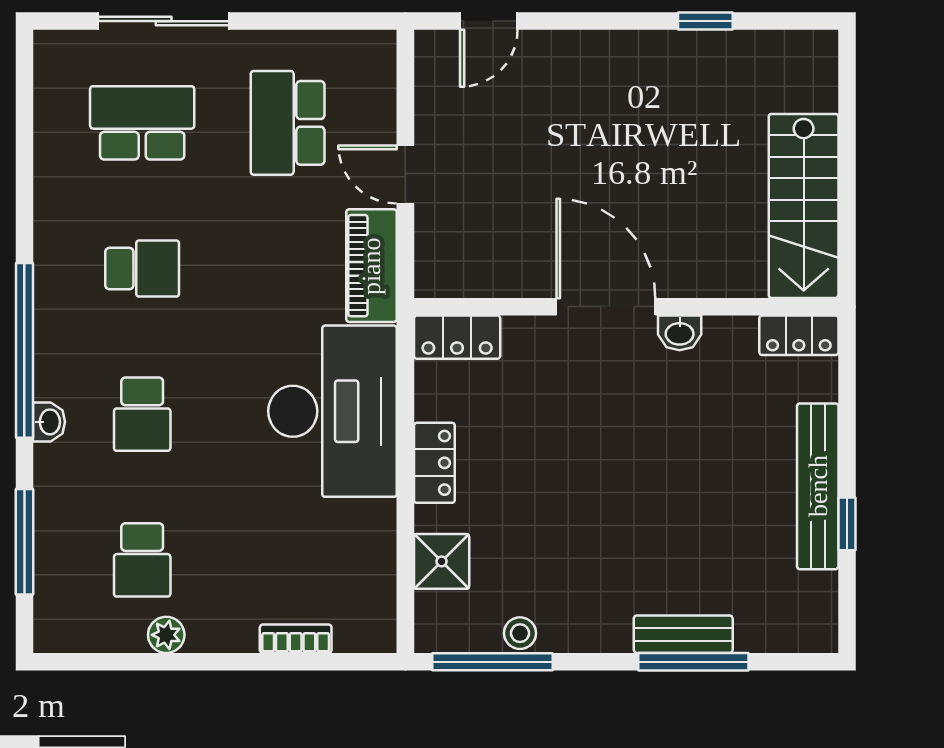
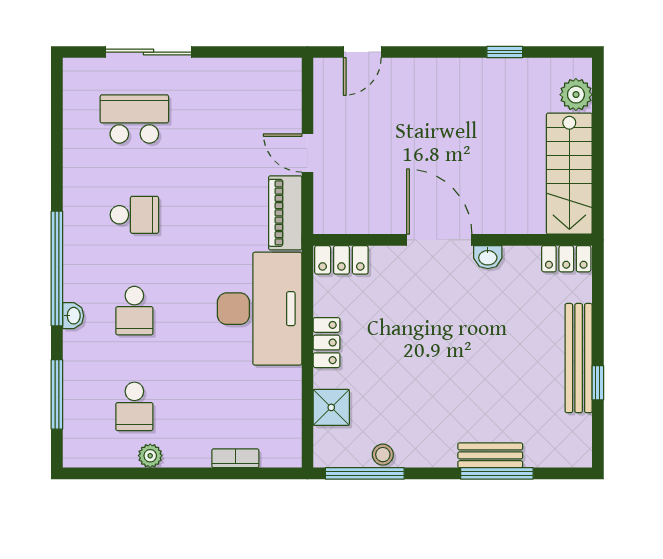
plant: (814, 86) -> (576, 95), added
school desk: (288, 123) -> (230, 119), removed

